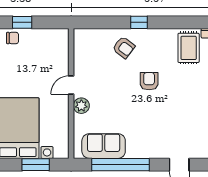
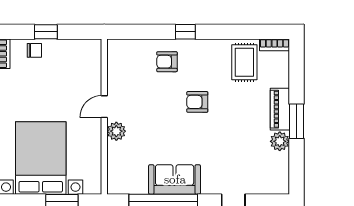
armchair: (124, 47) -> (167, 62), turned 143
armchair: (149, 81) -> (197, 102), turned -90
sofa: (104, 146) -> (175, 179), moved

